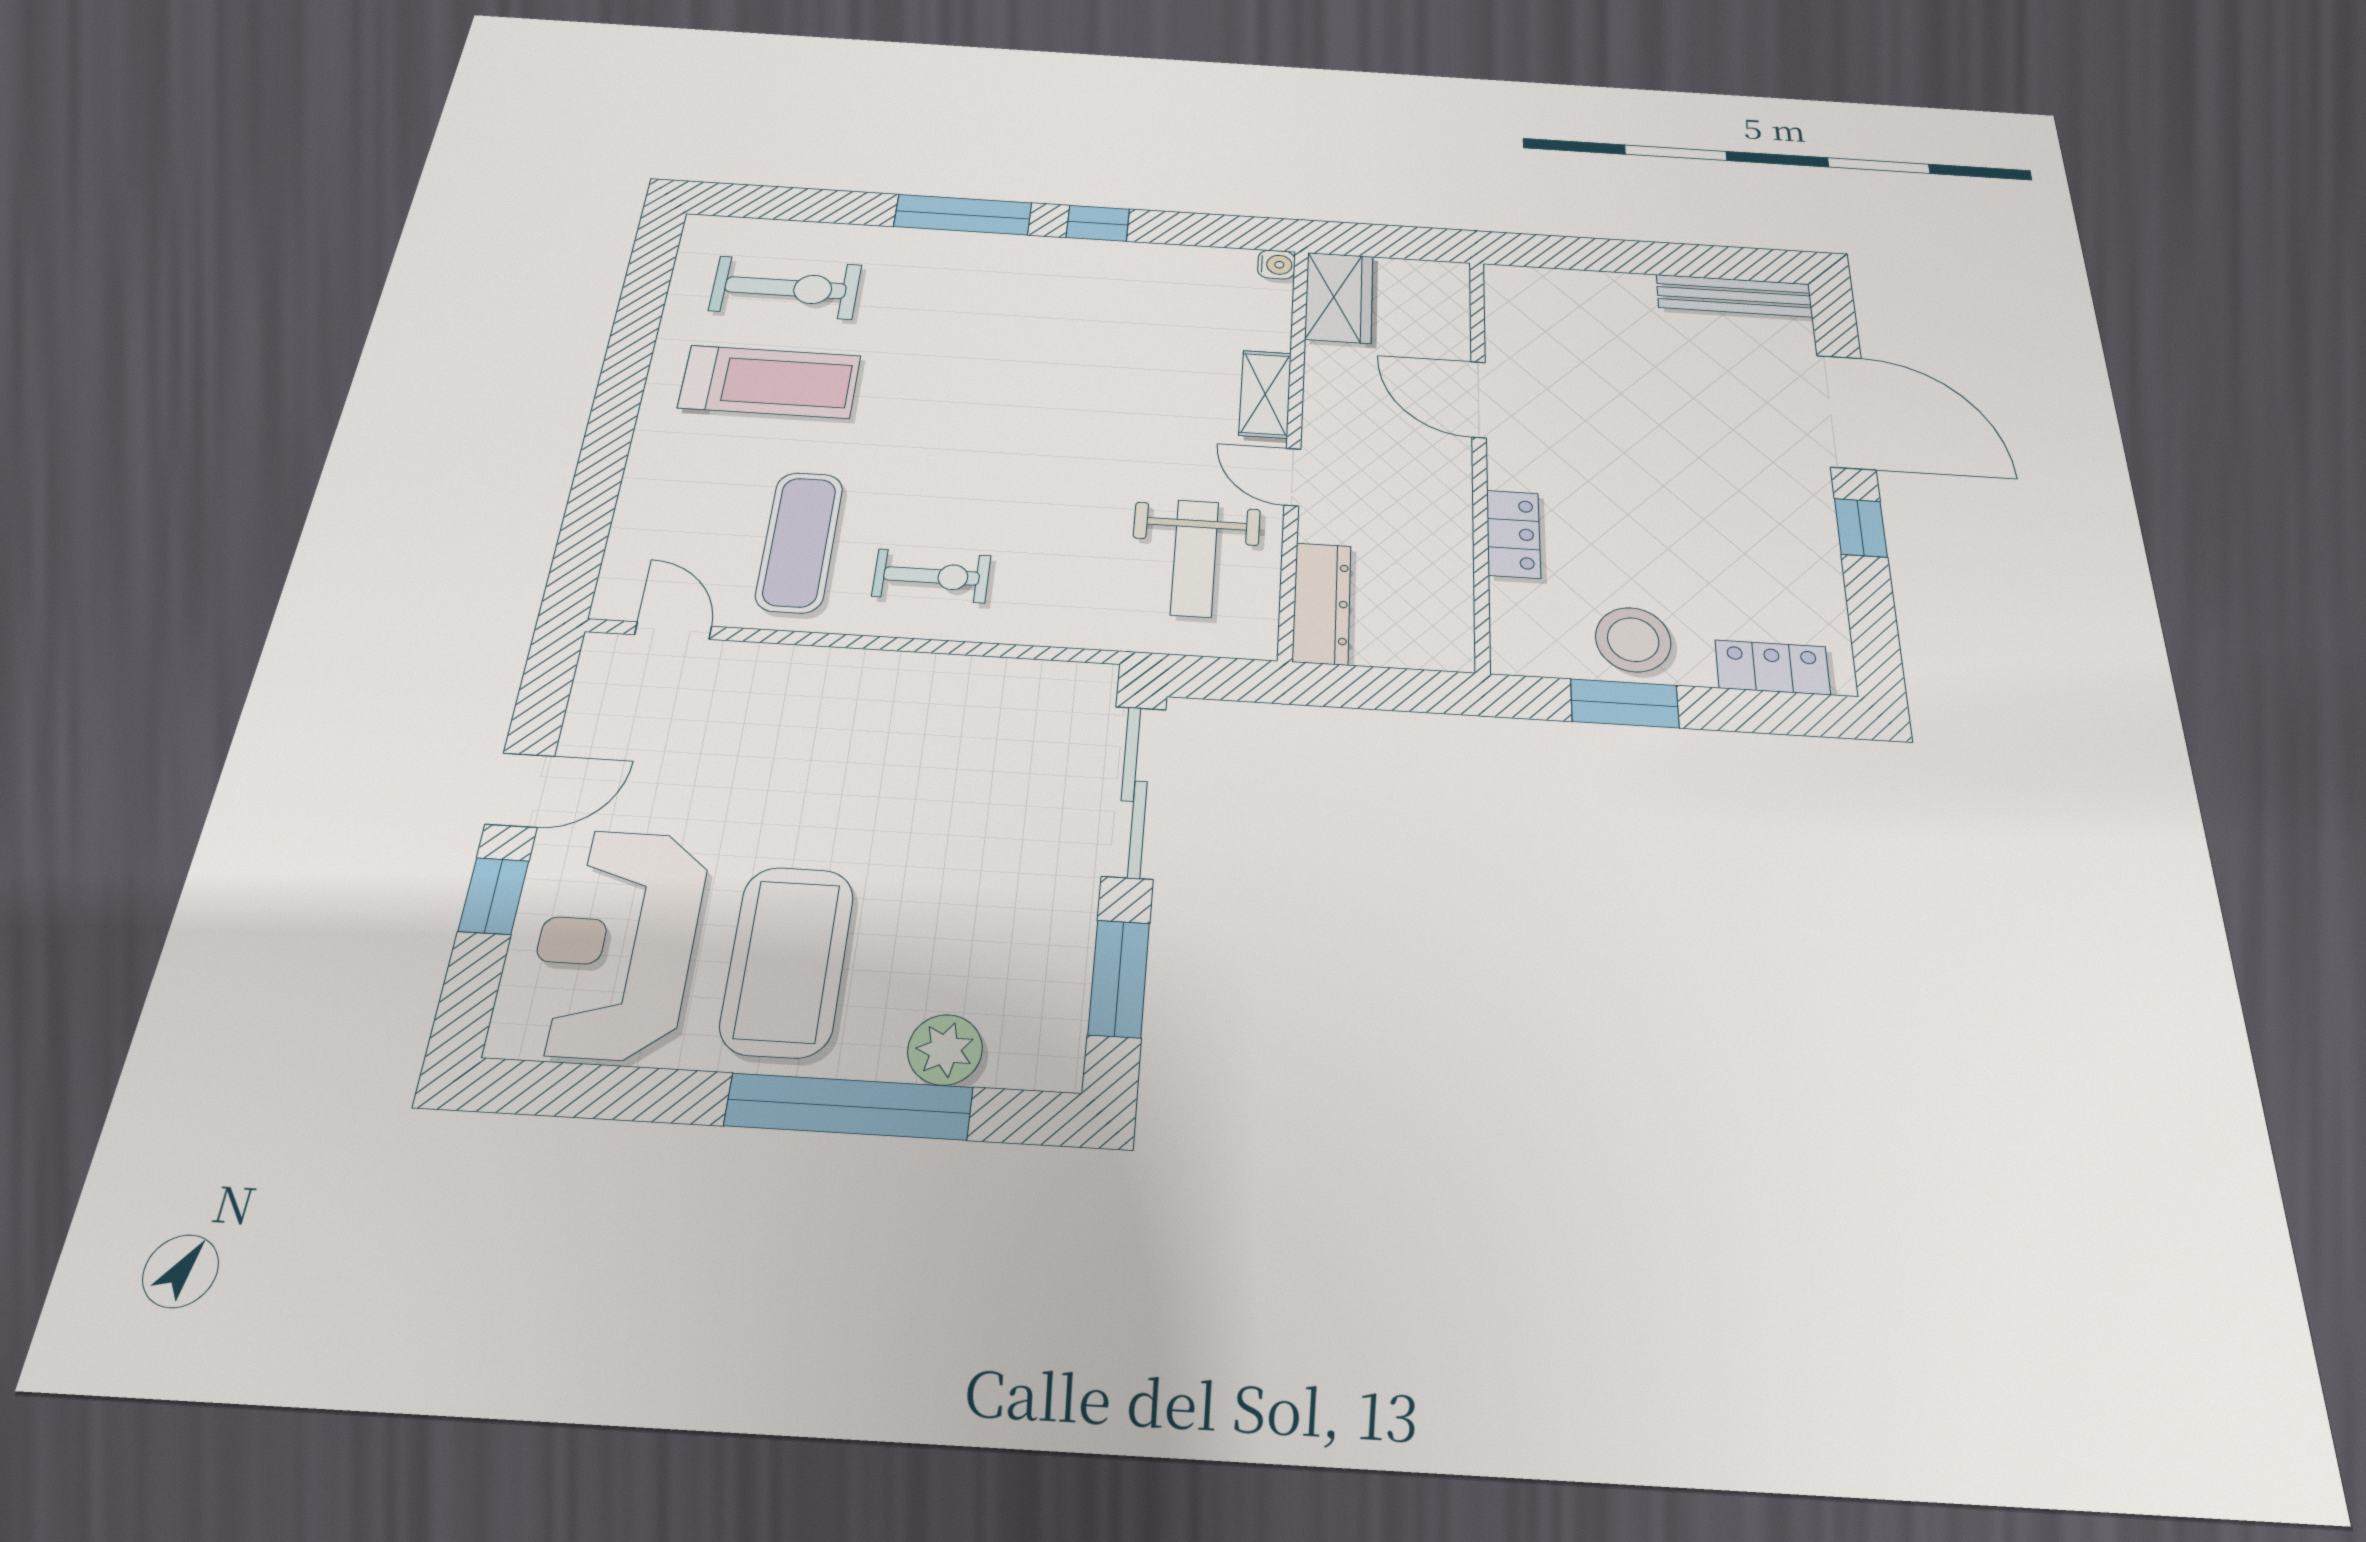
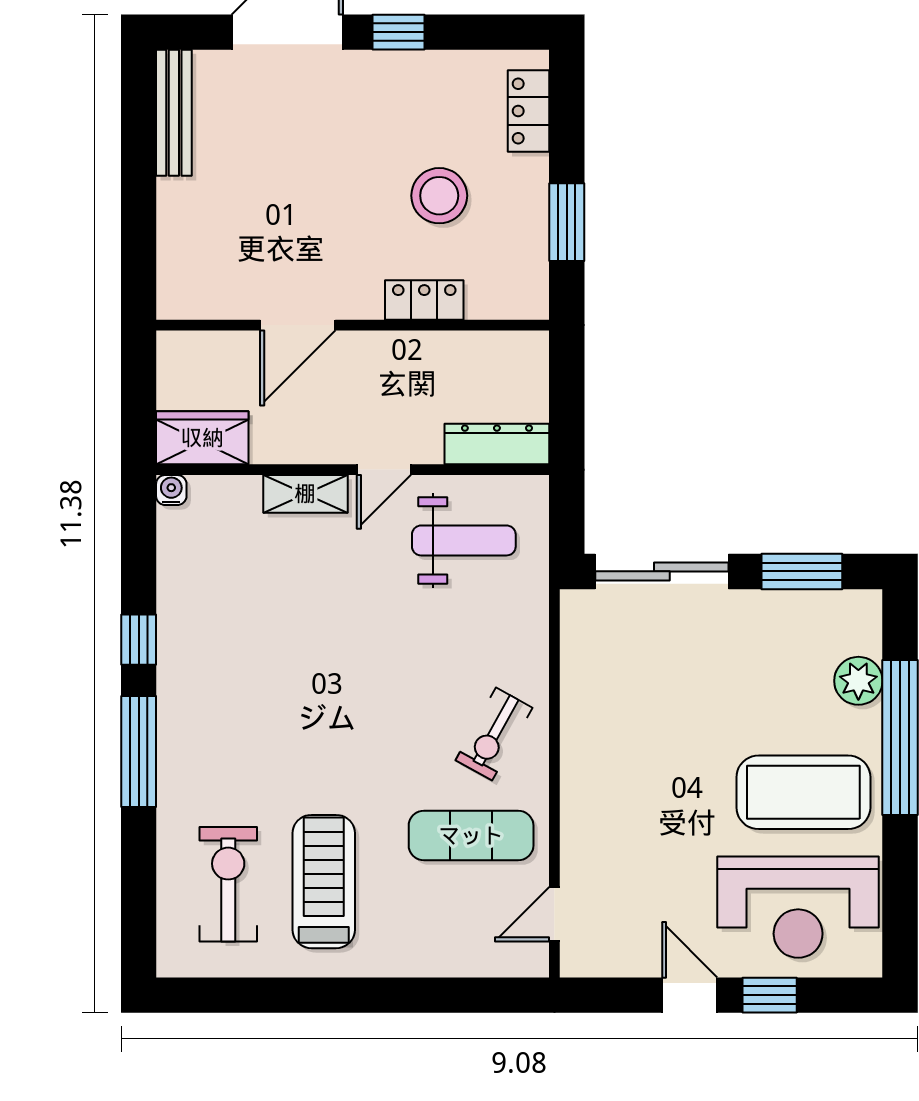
exercise bike: (932, 576) -> (494, 734), turned -151
stool: (1633, 640) -> (439, 196), moved

